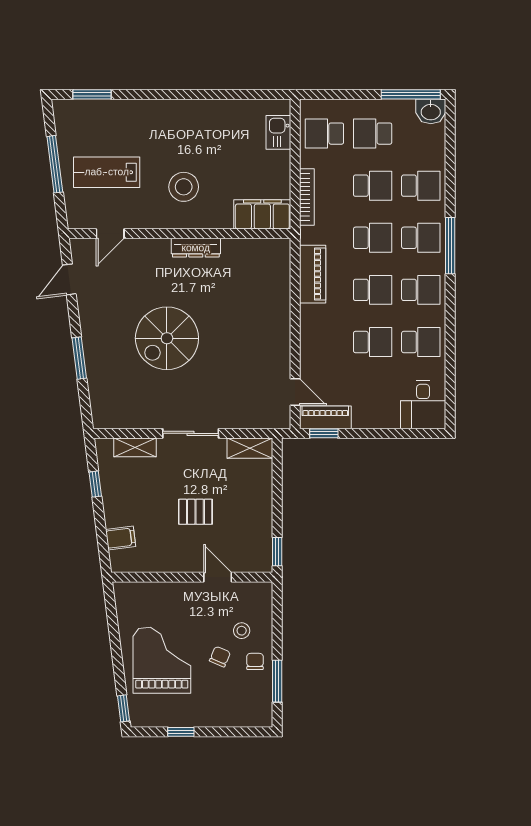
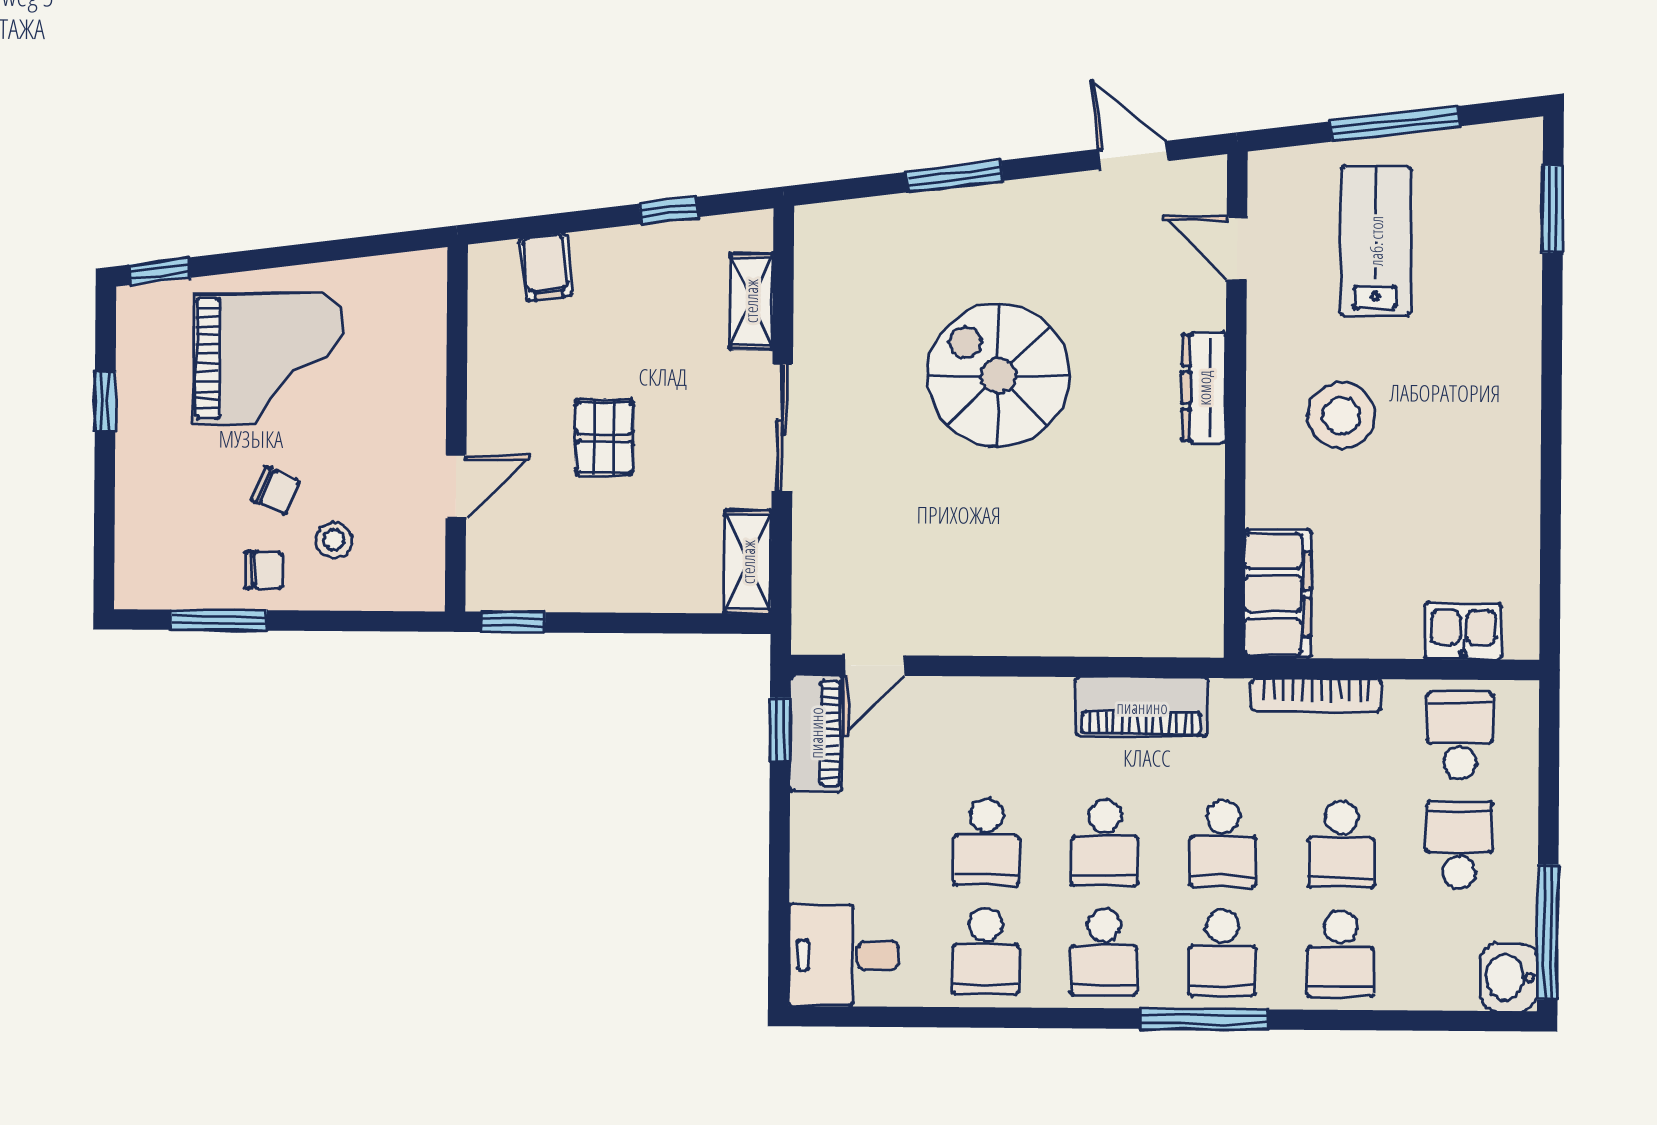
dresser: (196, 248) -> (1204, 388), moved

